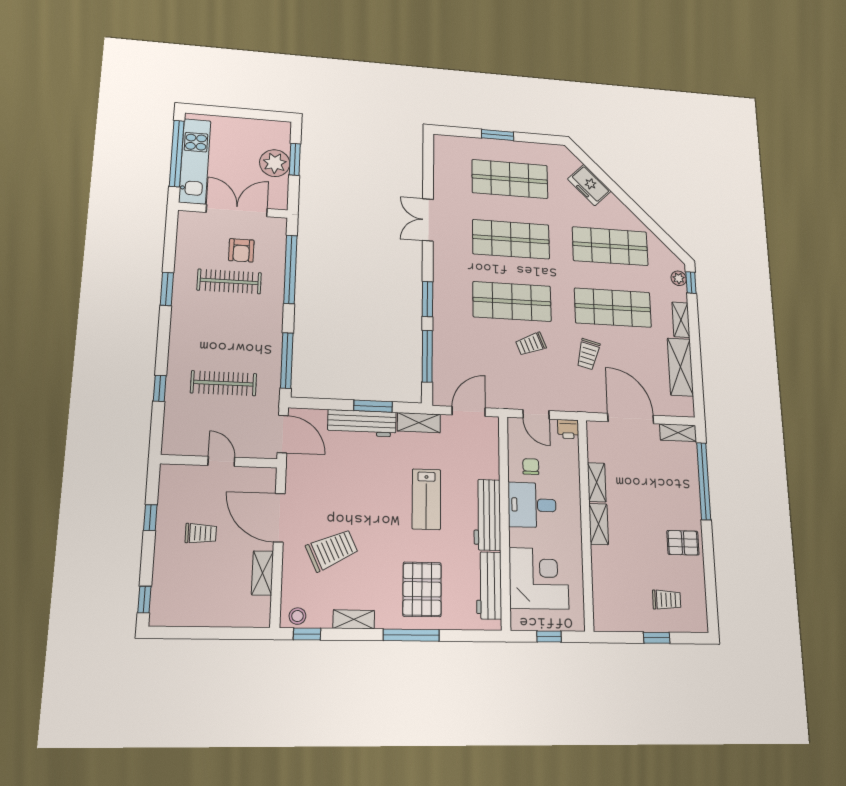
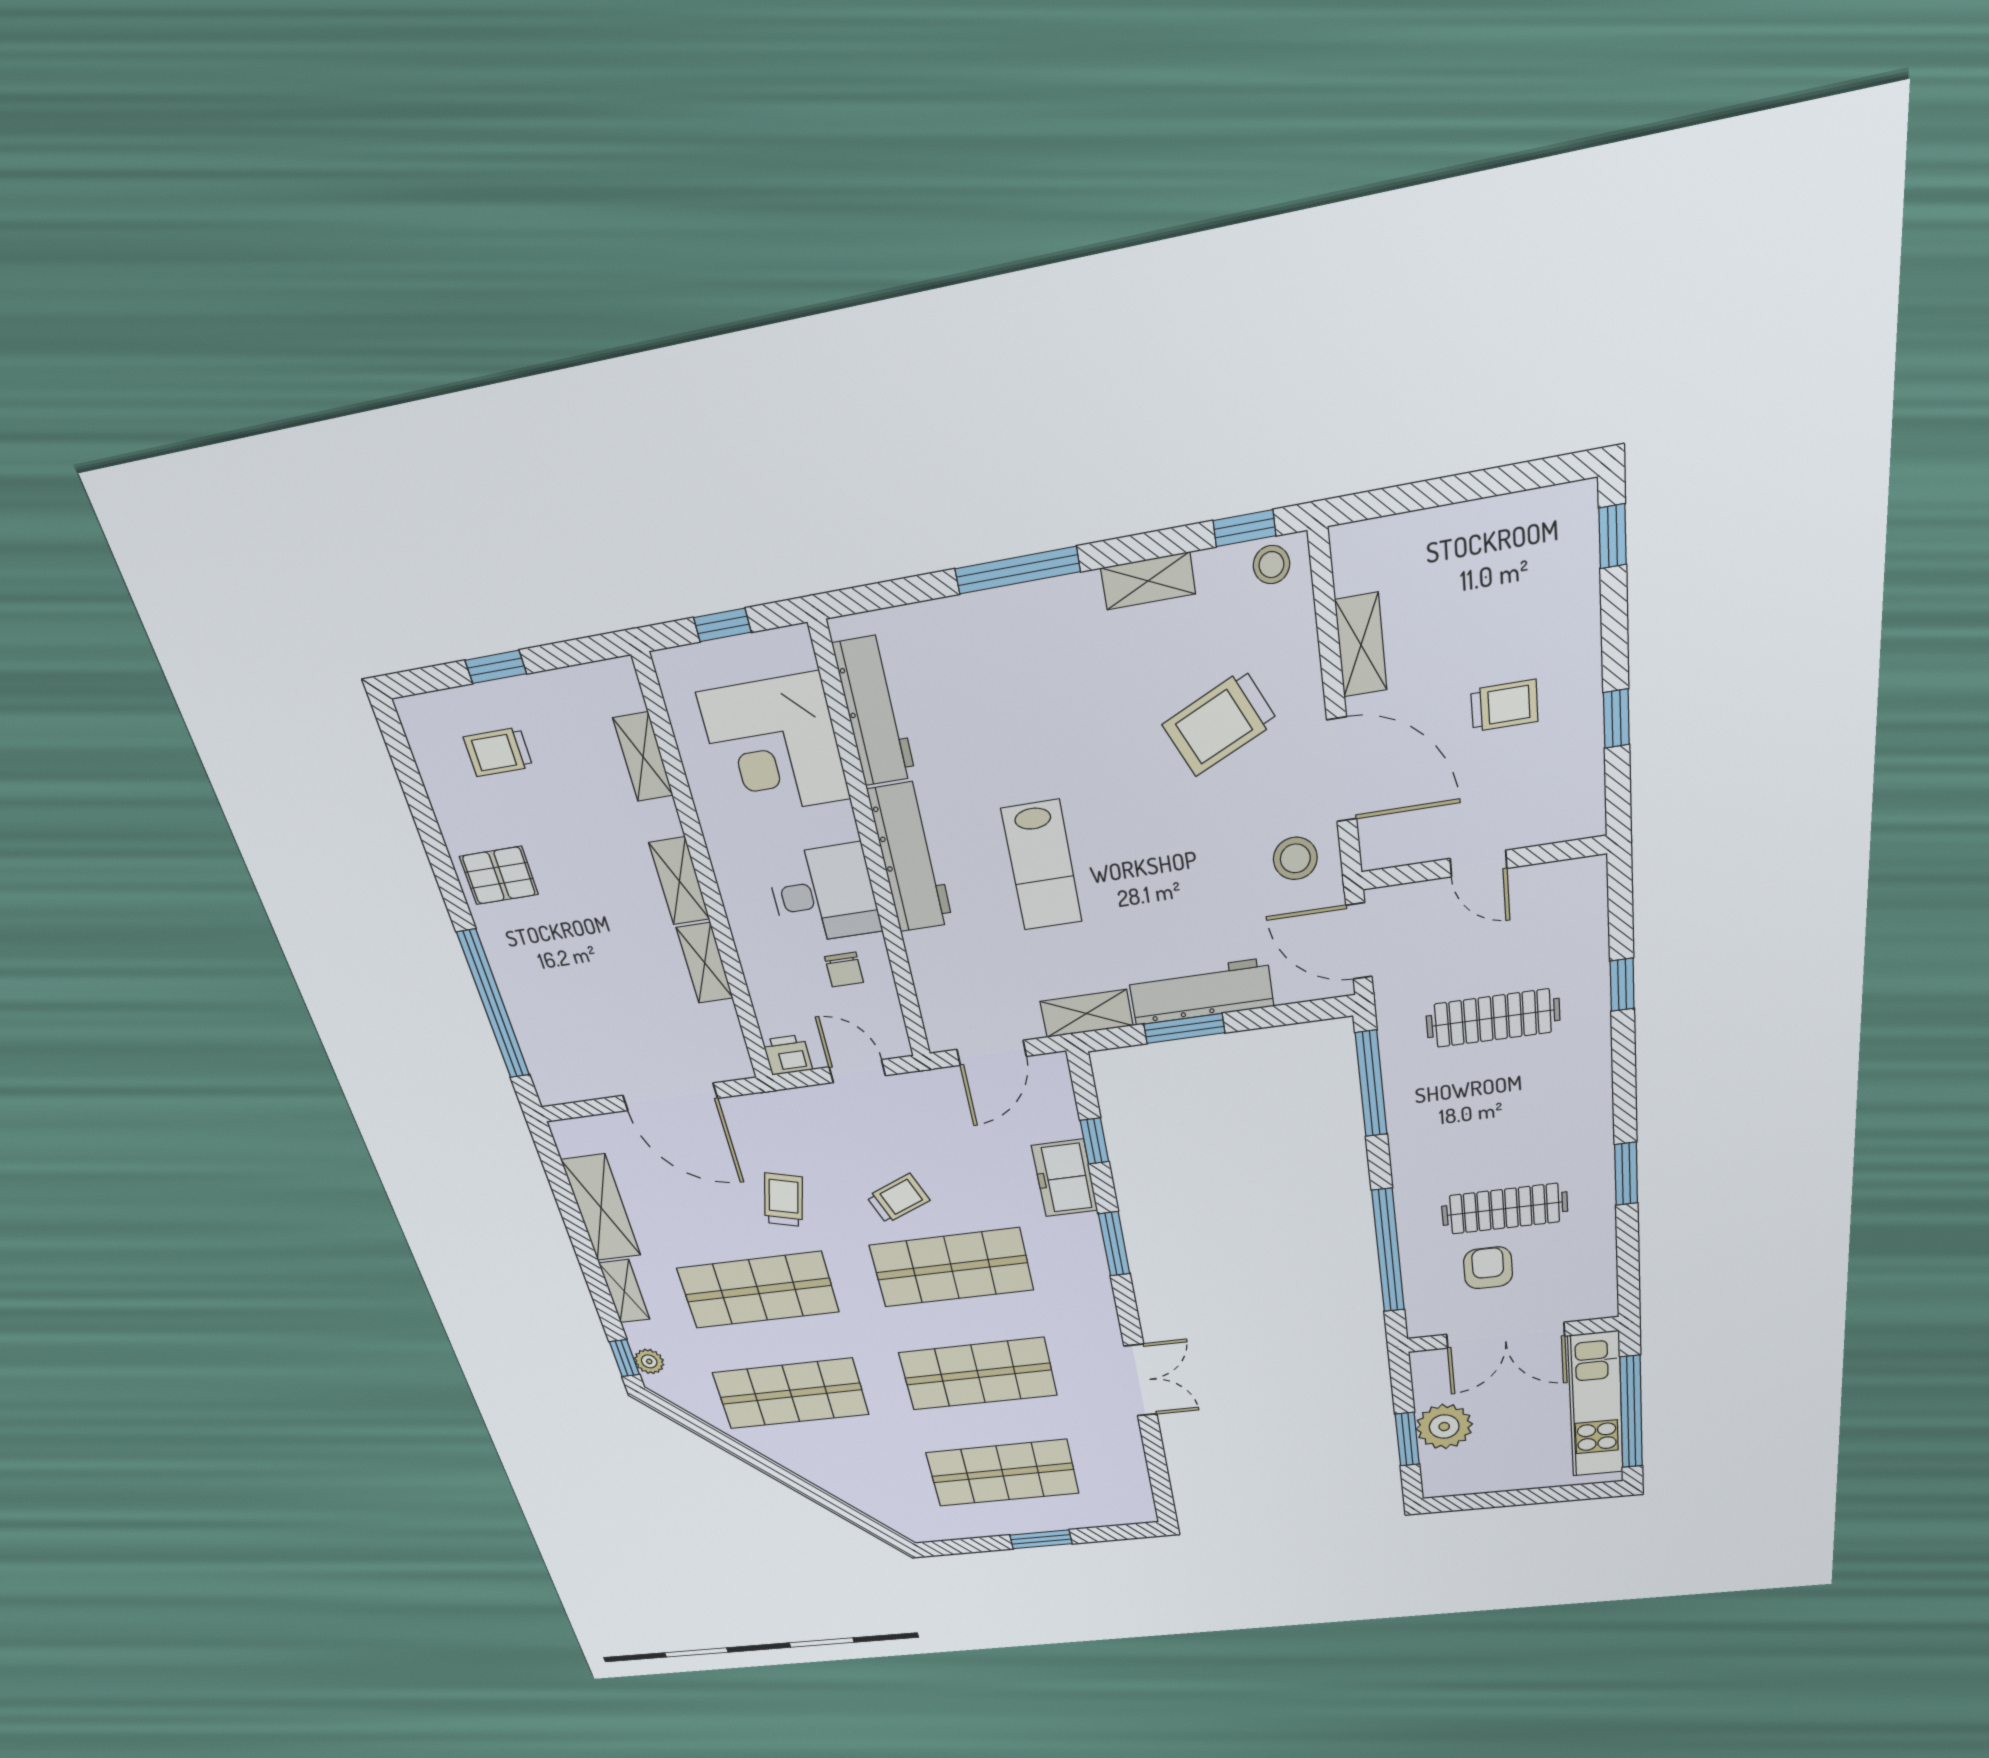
freezer: (589, 185) -> (1065, 1178), moved, turned -135
window: (427, 356) -> (1094, 1141), width x0.46
shelving: (678, 433) -> (643, 757), moved, turned 90
stool: (307, 480) -> (1295, 858), added
lab bench: (426, 499) -> (1042, 866), turned 180
trolley: (201, 533) -> (1504, 705), turned 180
pallet: (422, 589) -> (1014, 675), removed

